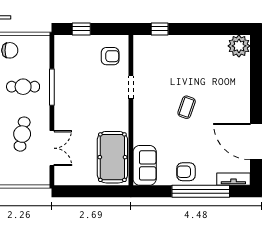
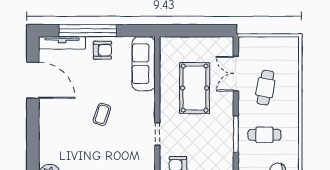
pool table: (112, 157) -> (195, 88), moved
sofa: (145, 165) -> (144, 64), width x1.36
tv unit: (233, 179) -> (62, 43), width x1.41

